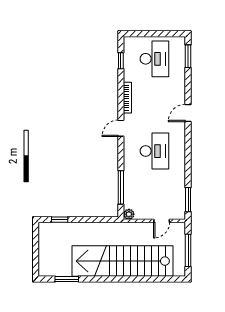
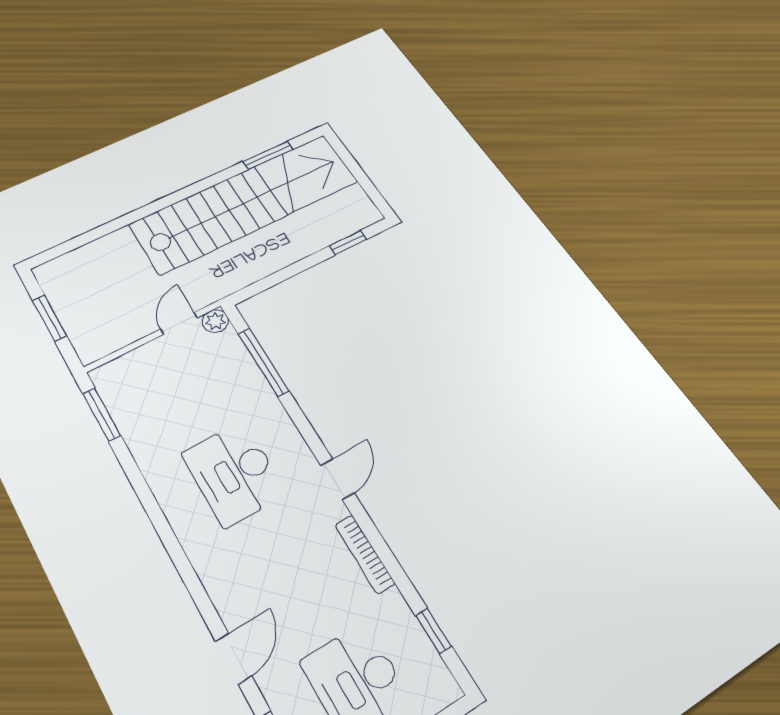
door: (188, 113) -> (233, 658), moved
door: (162, 221) -> (179, 323), moved
window: (188, 250) -> (50, 318), width x0.69
stairs: (123, 261) -> (245, 203), moved

